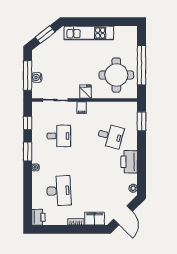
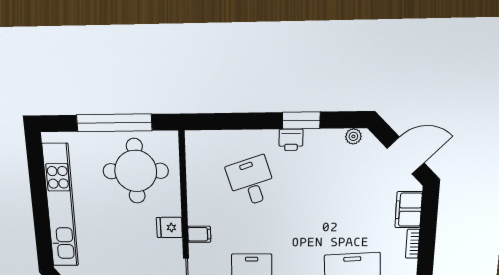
kitchen unit: (89, 33) -> (60, 206), width x1.36
window: (142, 121) -> (301, 120), moved
desk: (110, 136) -> (251, 181), turned -33
printer: (129, 162) -> (291, 140), width x0.53, depth x0.68

